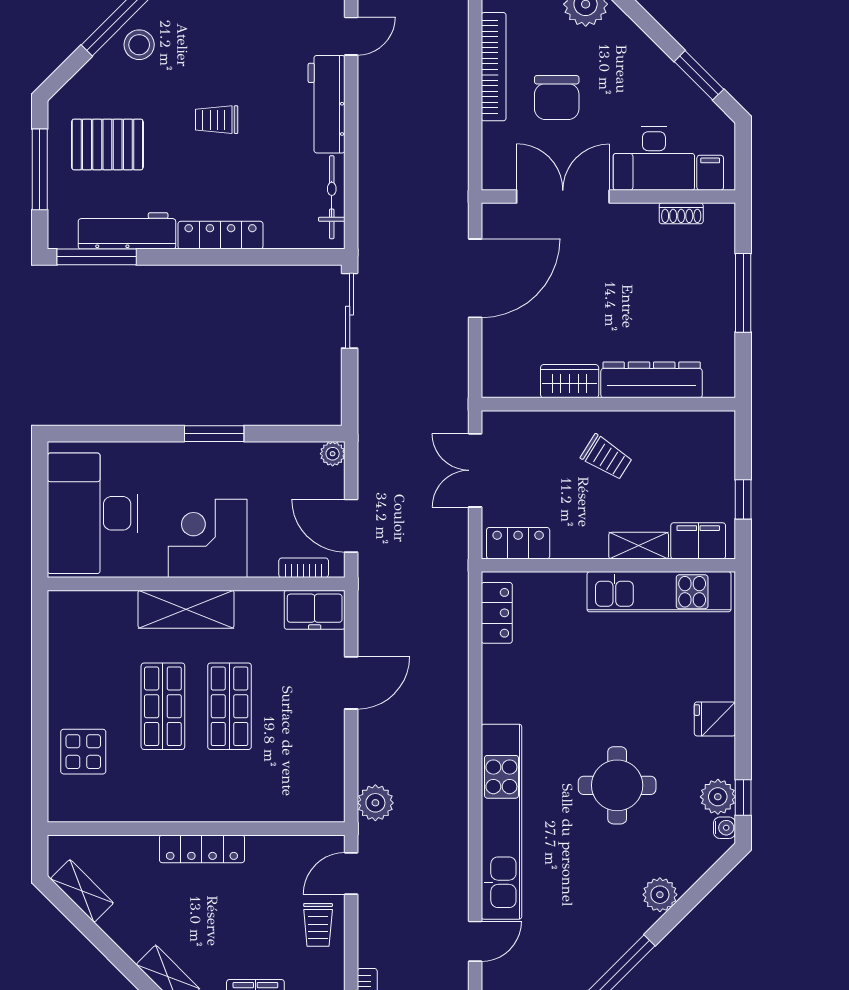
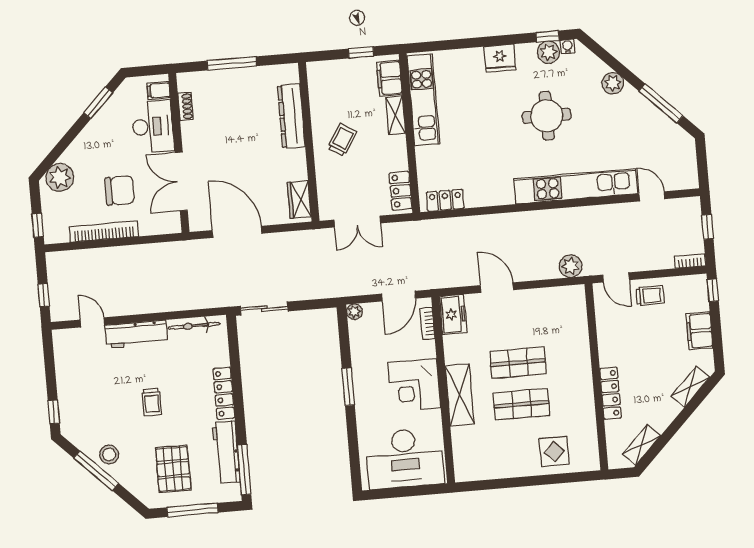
wardrobe: (570, 381) -> (299, 200), moved
fridge: (715, 719) -> (500, 58), width x1.38
locker: (202, 849) -> (610, 393), moved

